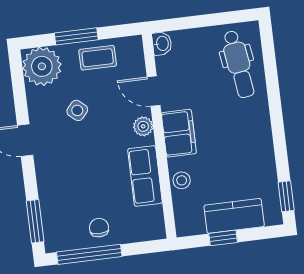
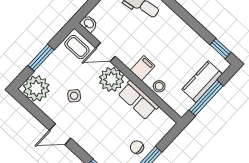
coffee table: (98, 58) -> (77, 47), moved, turned 90
plant: (143, 126) -> (111, 79), width x1.88, depth x1.88
filing cabinet: (179, 133) -> (143, 68), width x0.50
window: (223, 238) -> (206, 98), width x2.17

